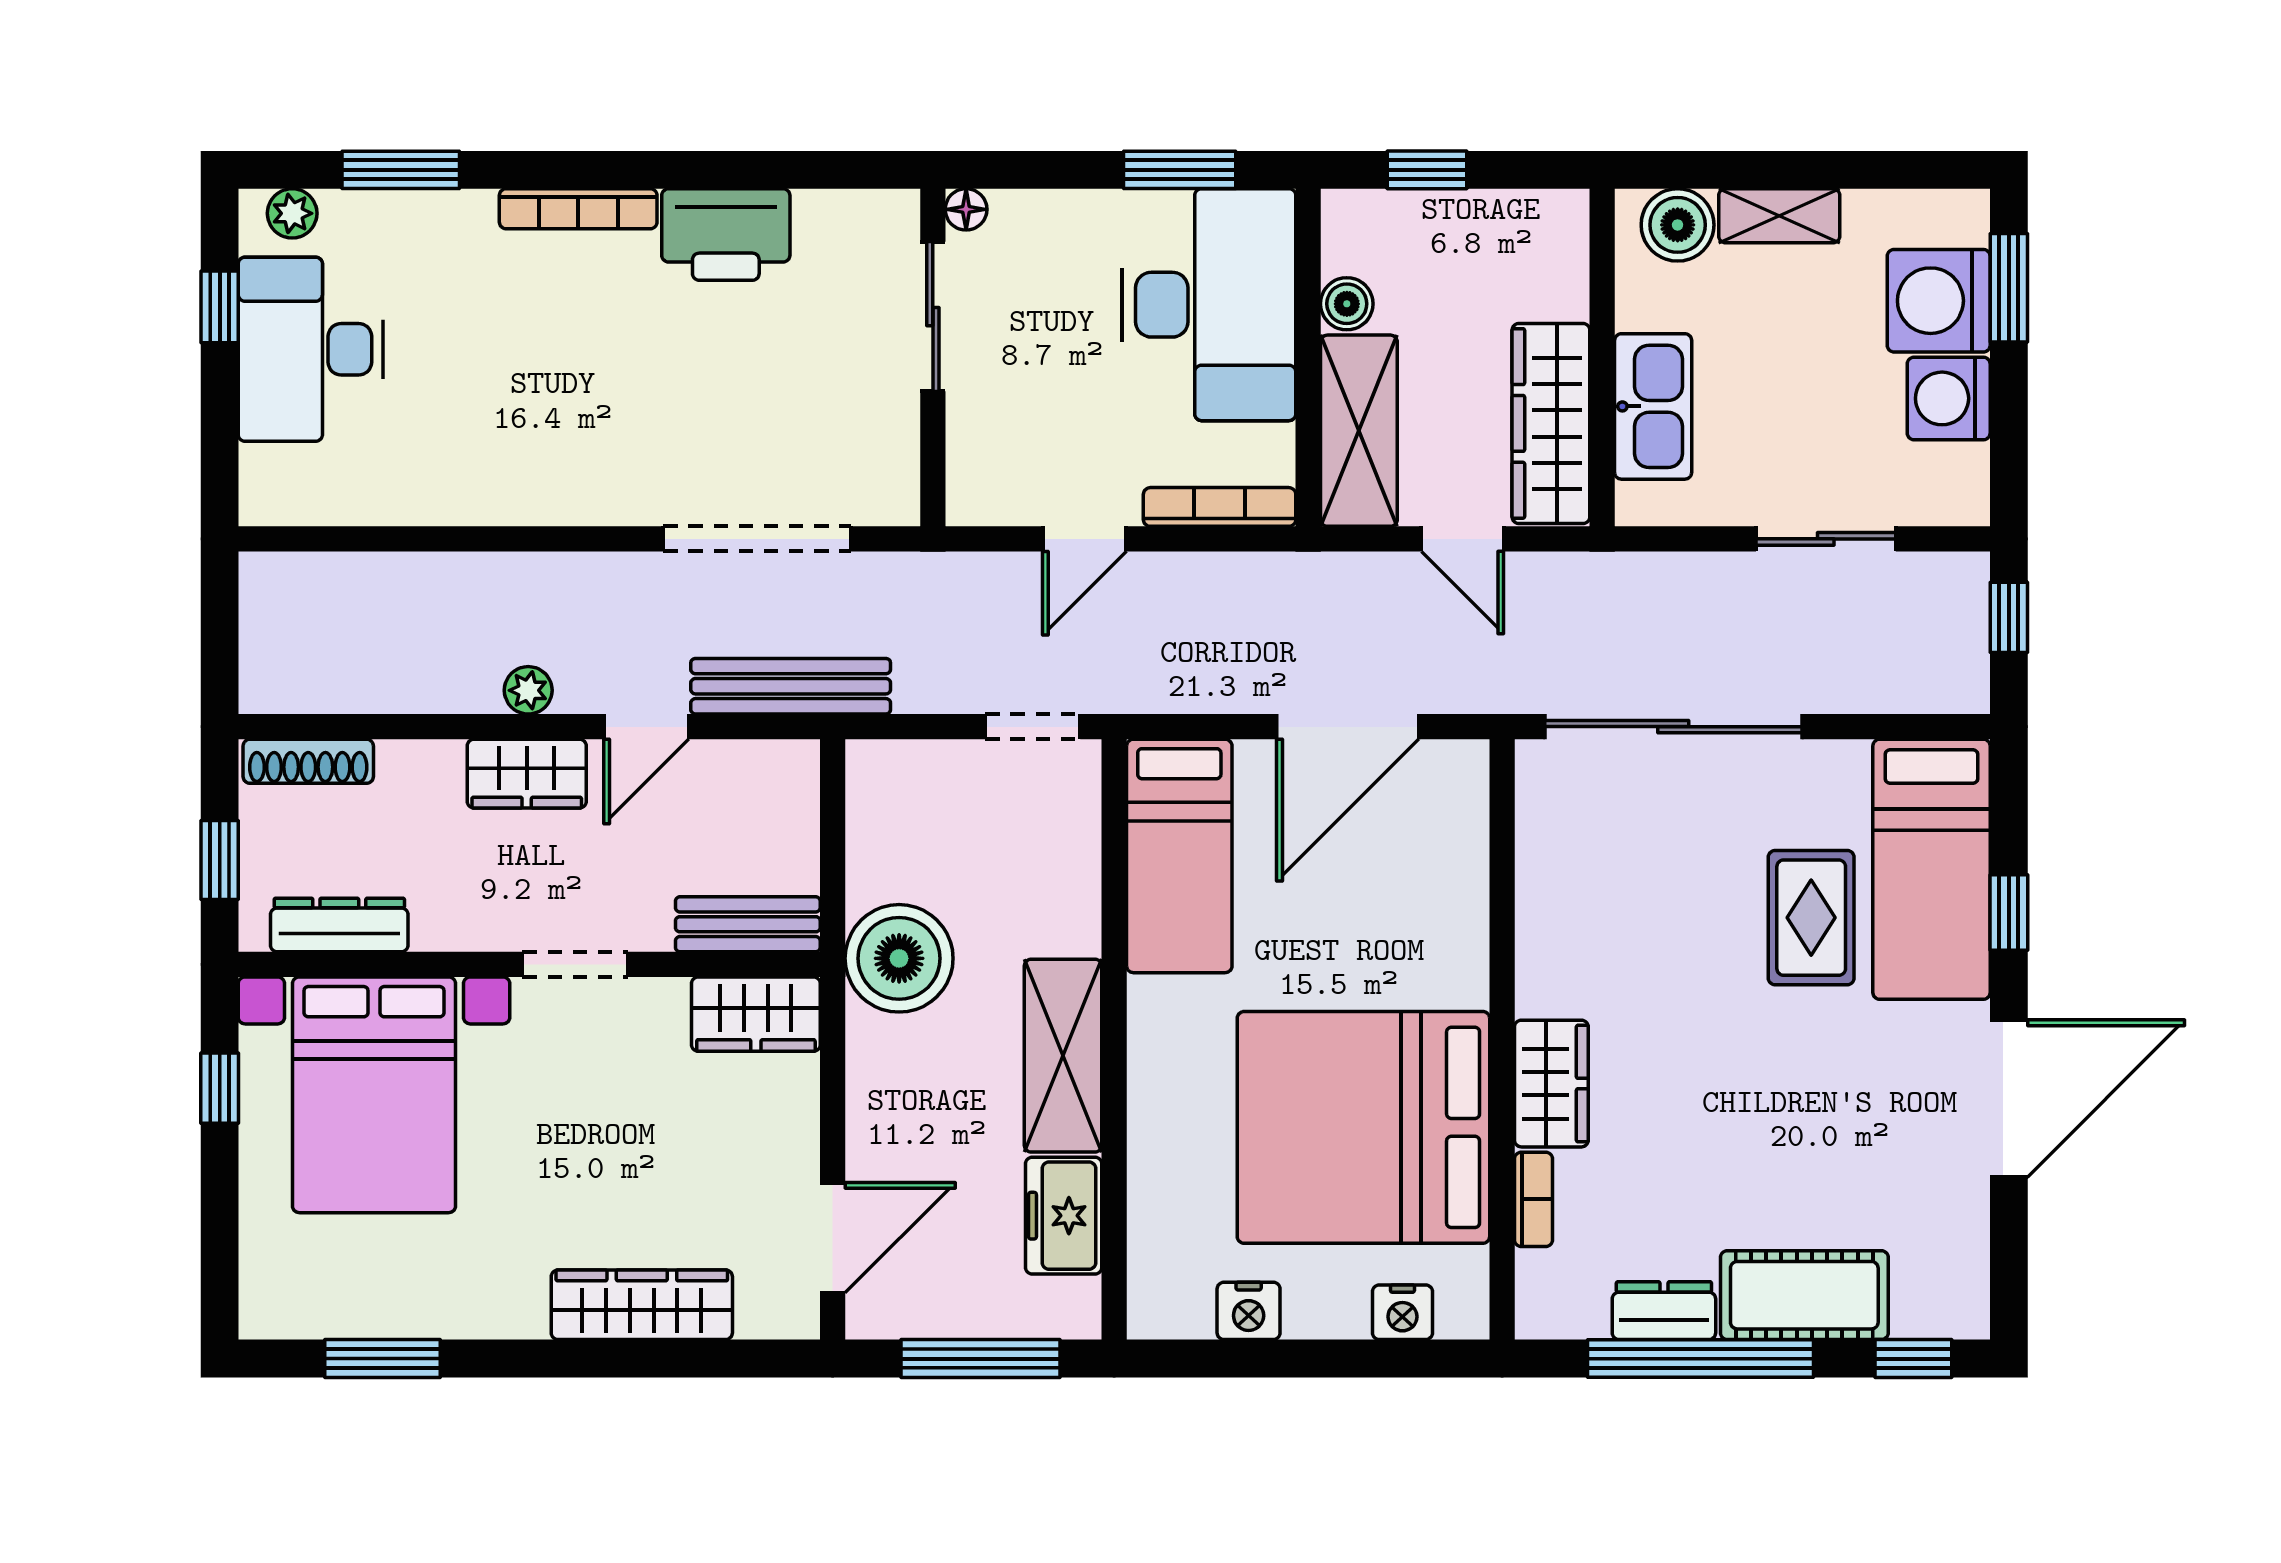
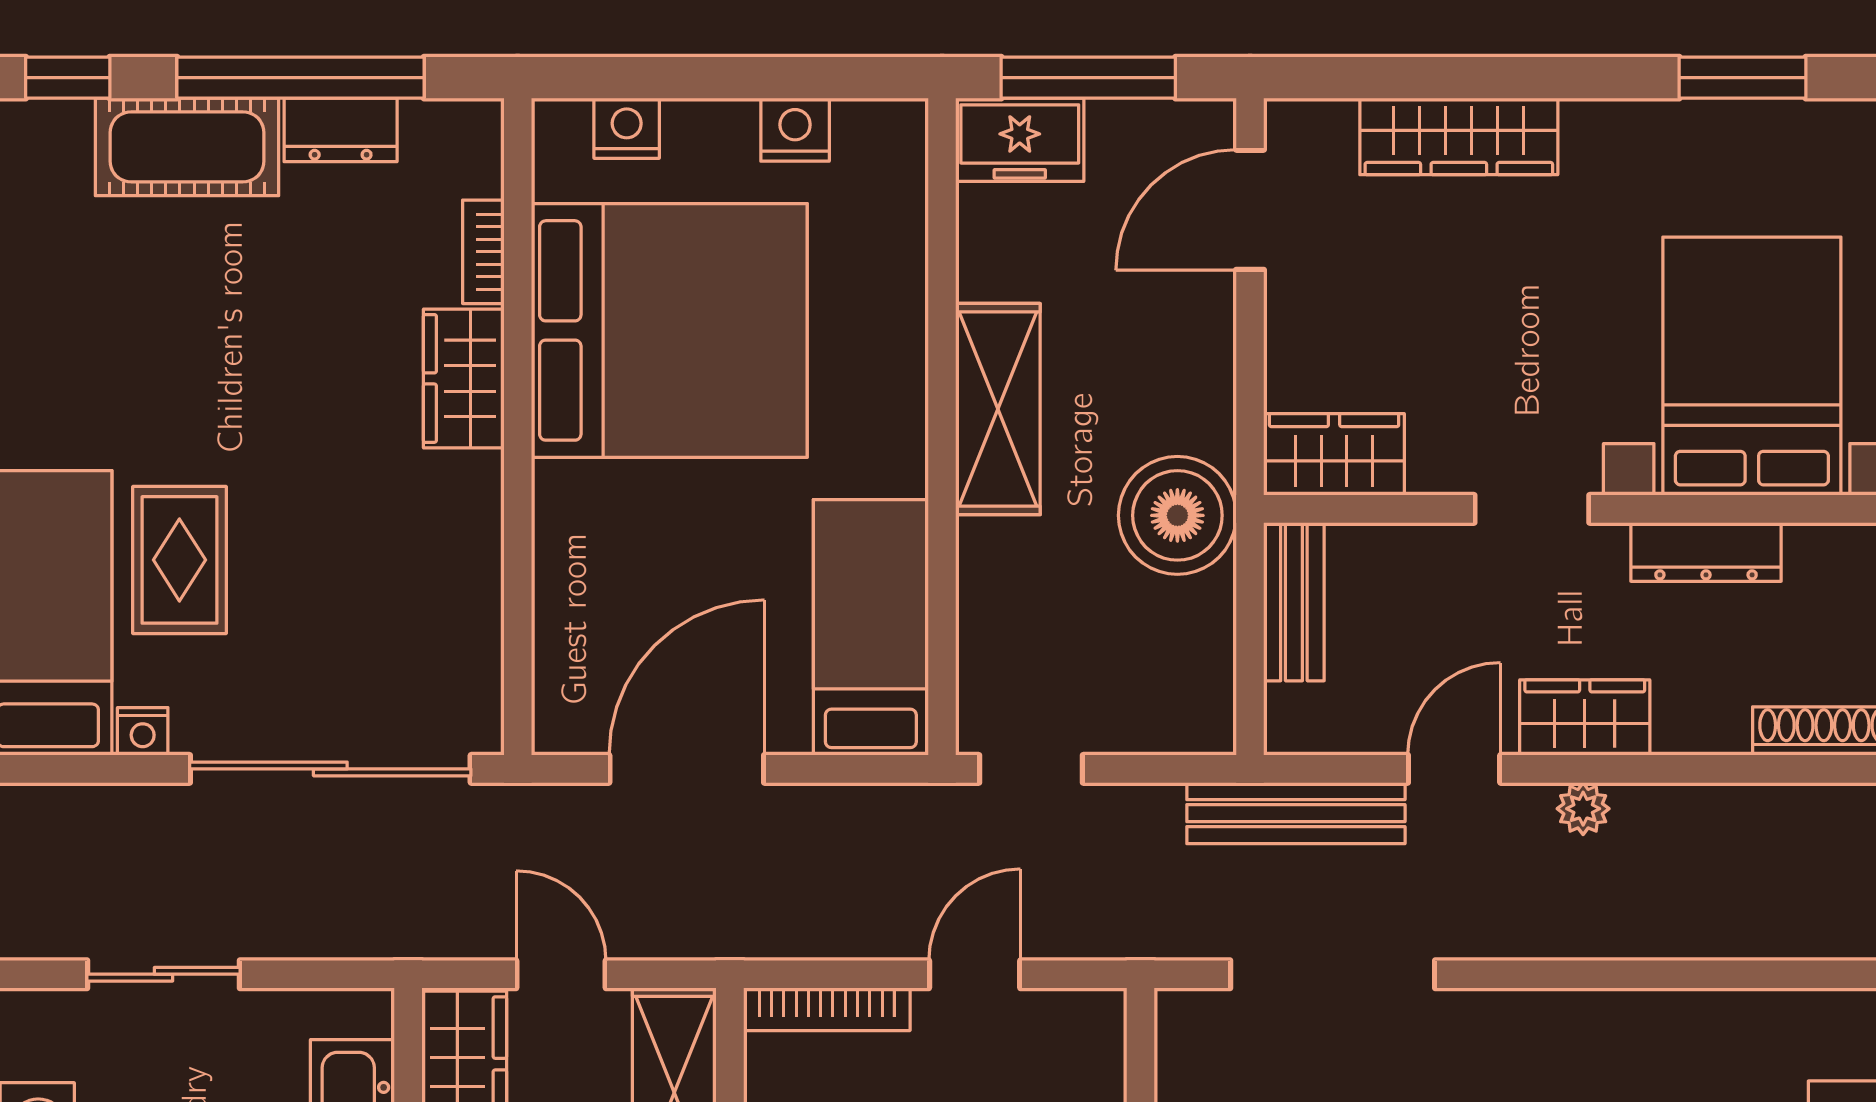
nightstand: (1845, 761) -> (143, 731), added
bench: (748, 924) -> (1294, 602), moved, turned 90
dresser: (339, 925) -> (1706, 552), moved
freezer: (1064, 1216) -> (1020, 140), moved, turned 90

